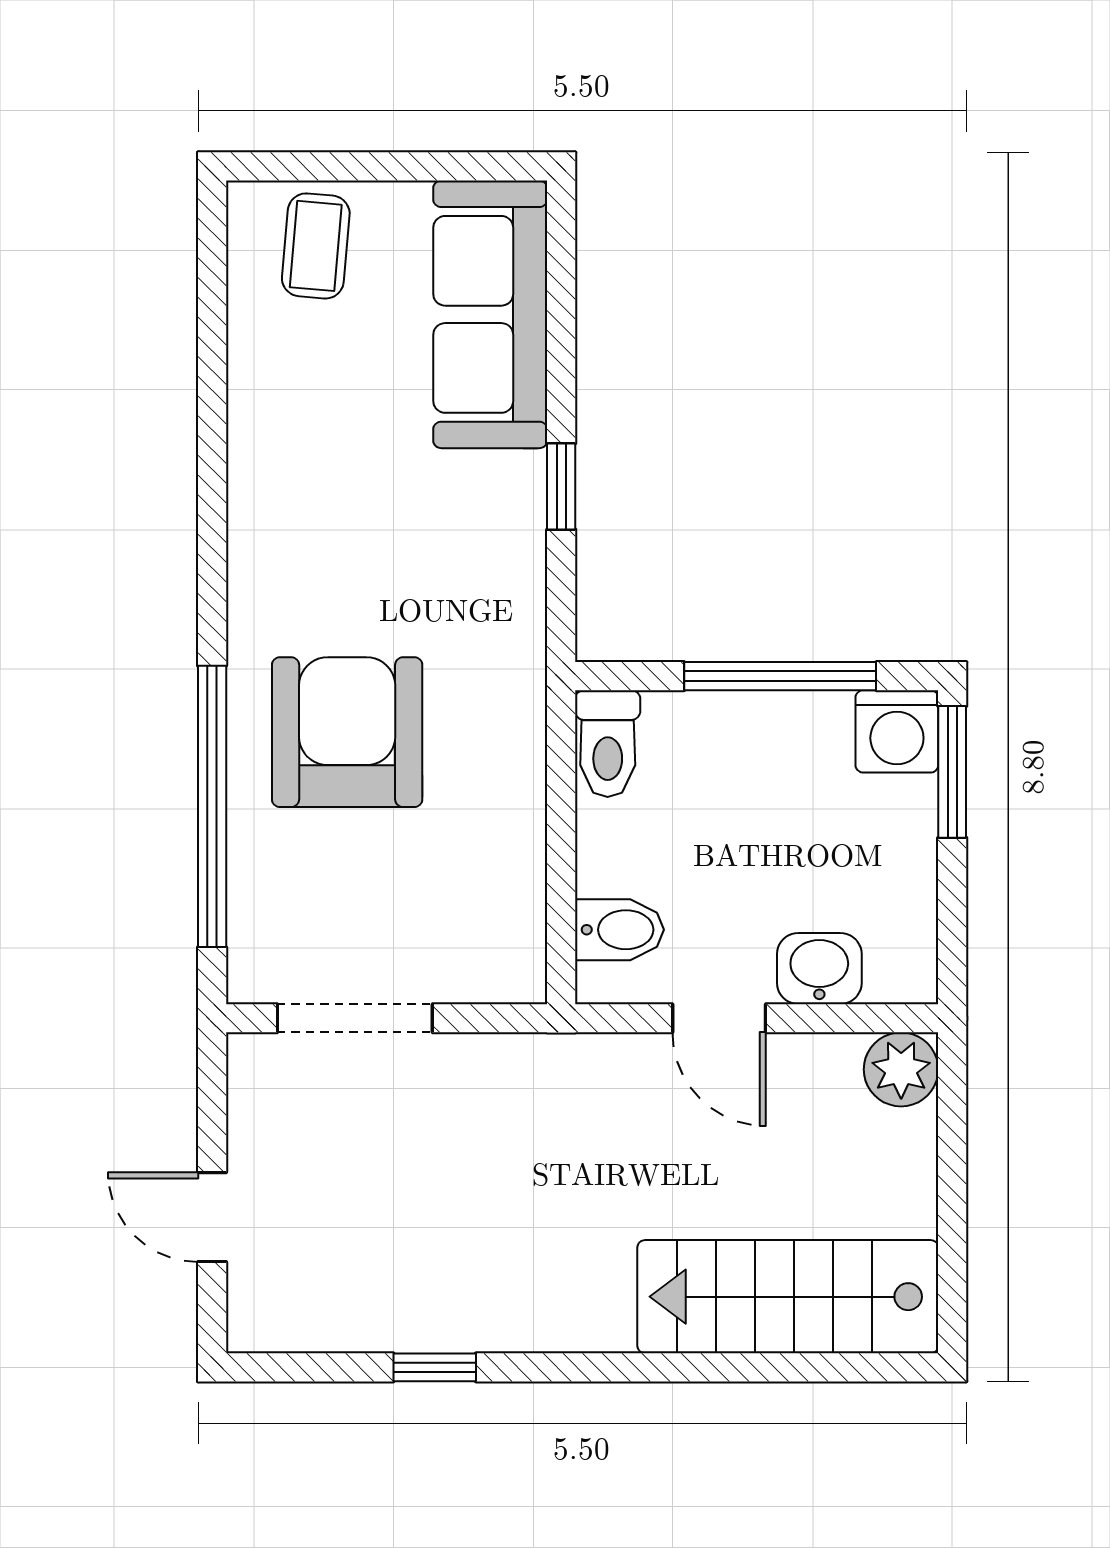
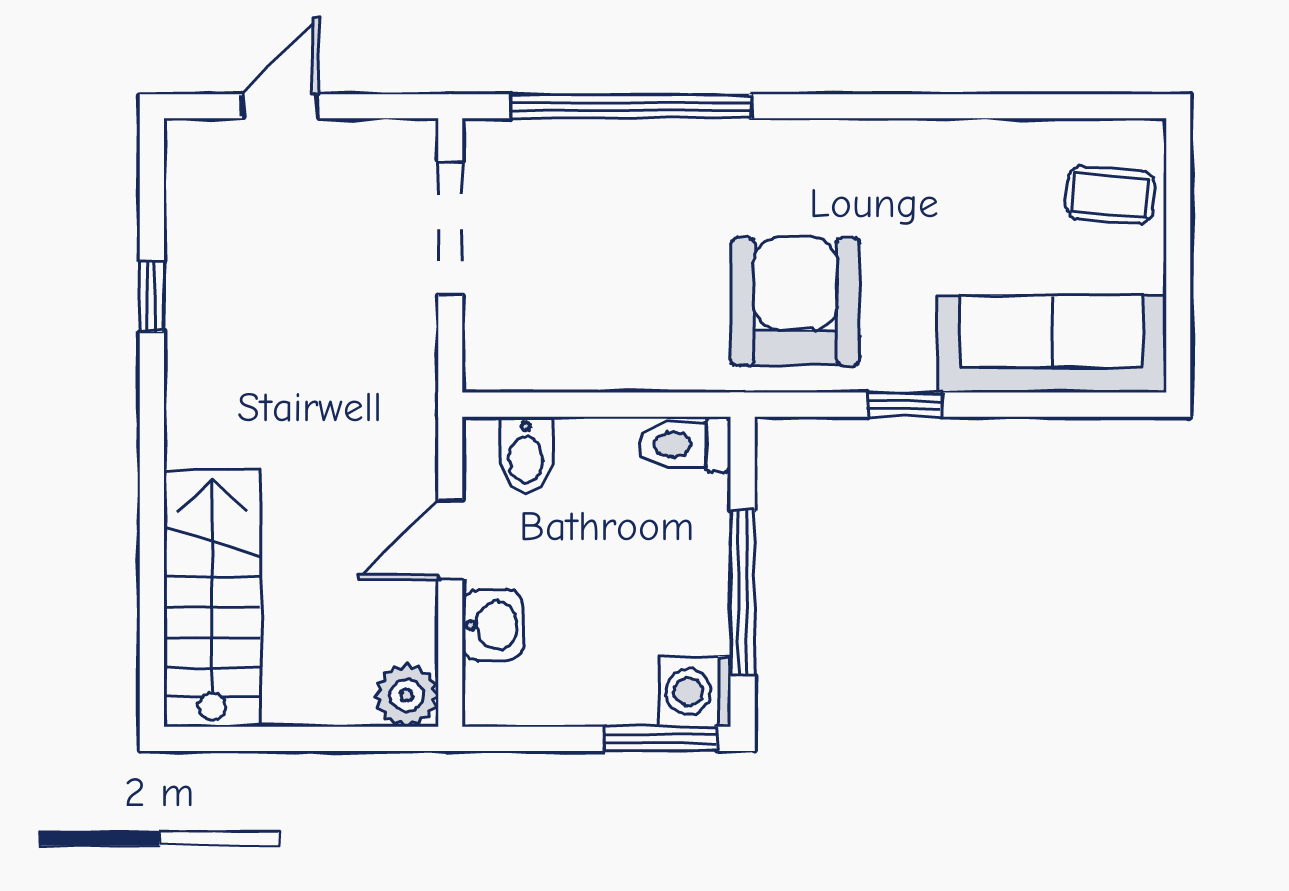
armchair: (347, 732) -> (795, 302), moved, turned -90

